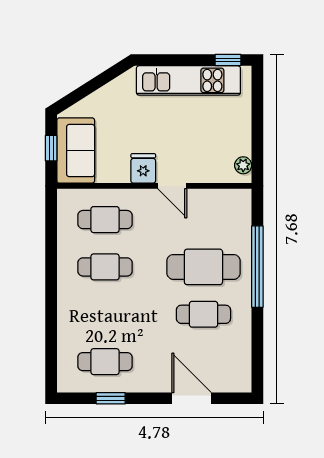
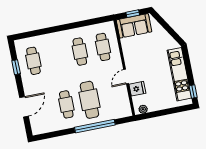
fridge: (143, 168) -> (137, 89), moved

